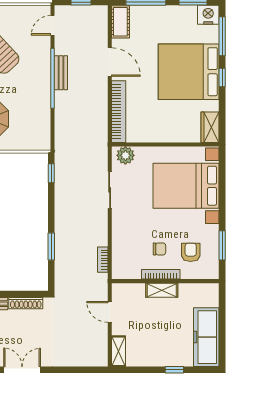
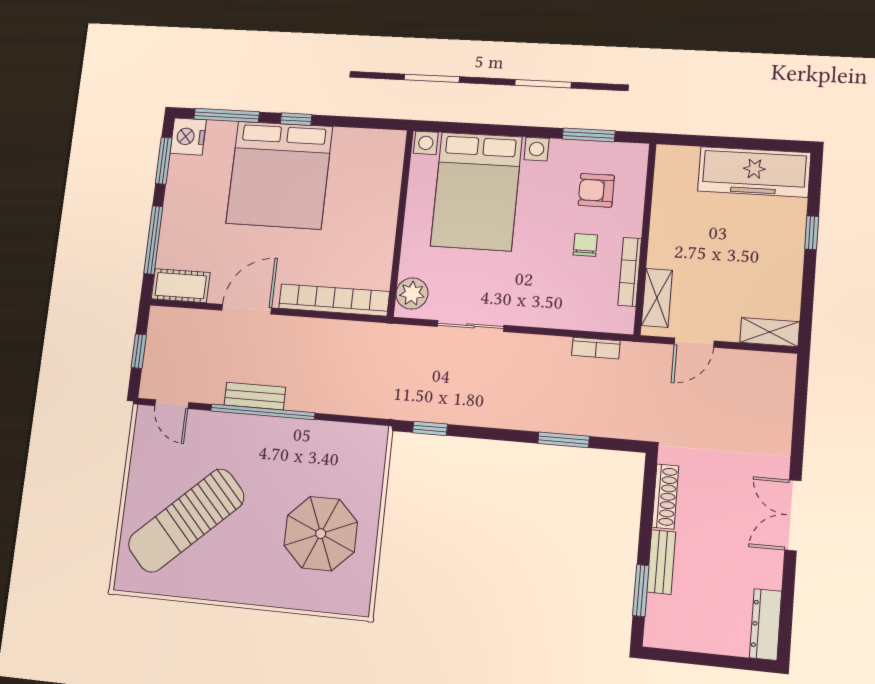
wardrobe: (210, 127) -> (379, 144), removed
bookcase: (161, 274) -> (630, 272), moved
shelving: (162, 290) -> (657, 298), moved

